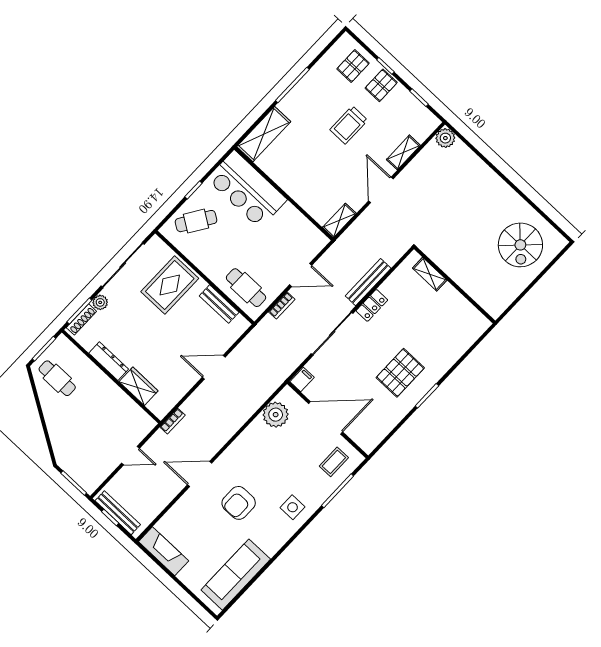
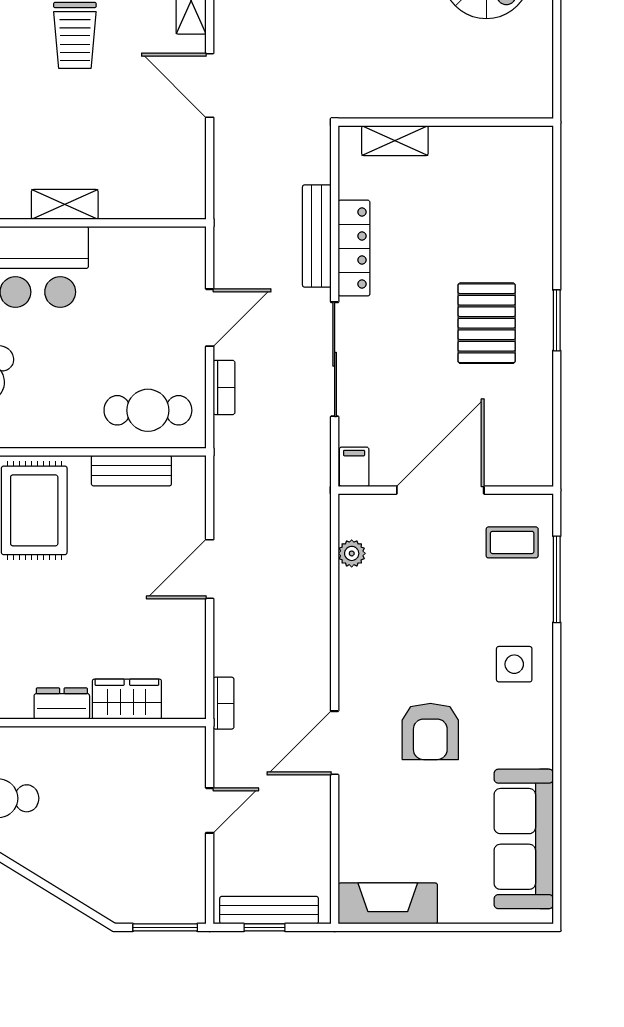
shelving: (339, 220) -> (65, 204), moved, turned 90
locker: (372, 305) -> (354, 248), width x1.53
dresser: (109, 361) -> (62, 704), width x0.70
plant: (276, 415) -> (352, 553), width x0.53, depth x0.53
coffee table: (334, 462) -> (512, 542), turned 90

